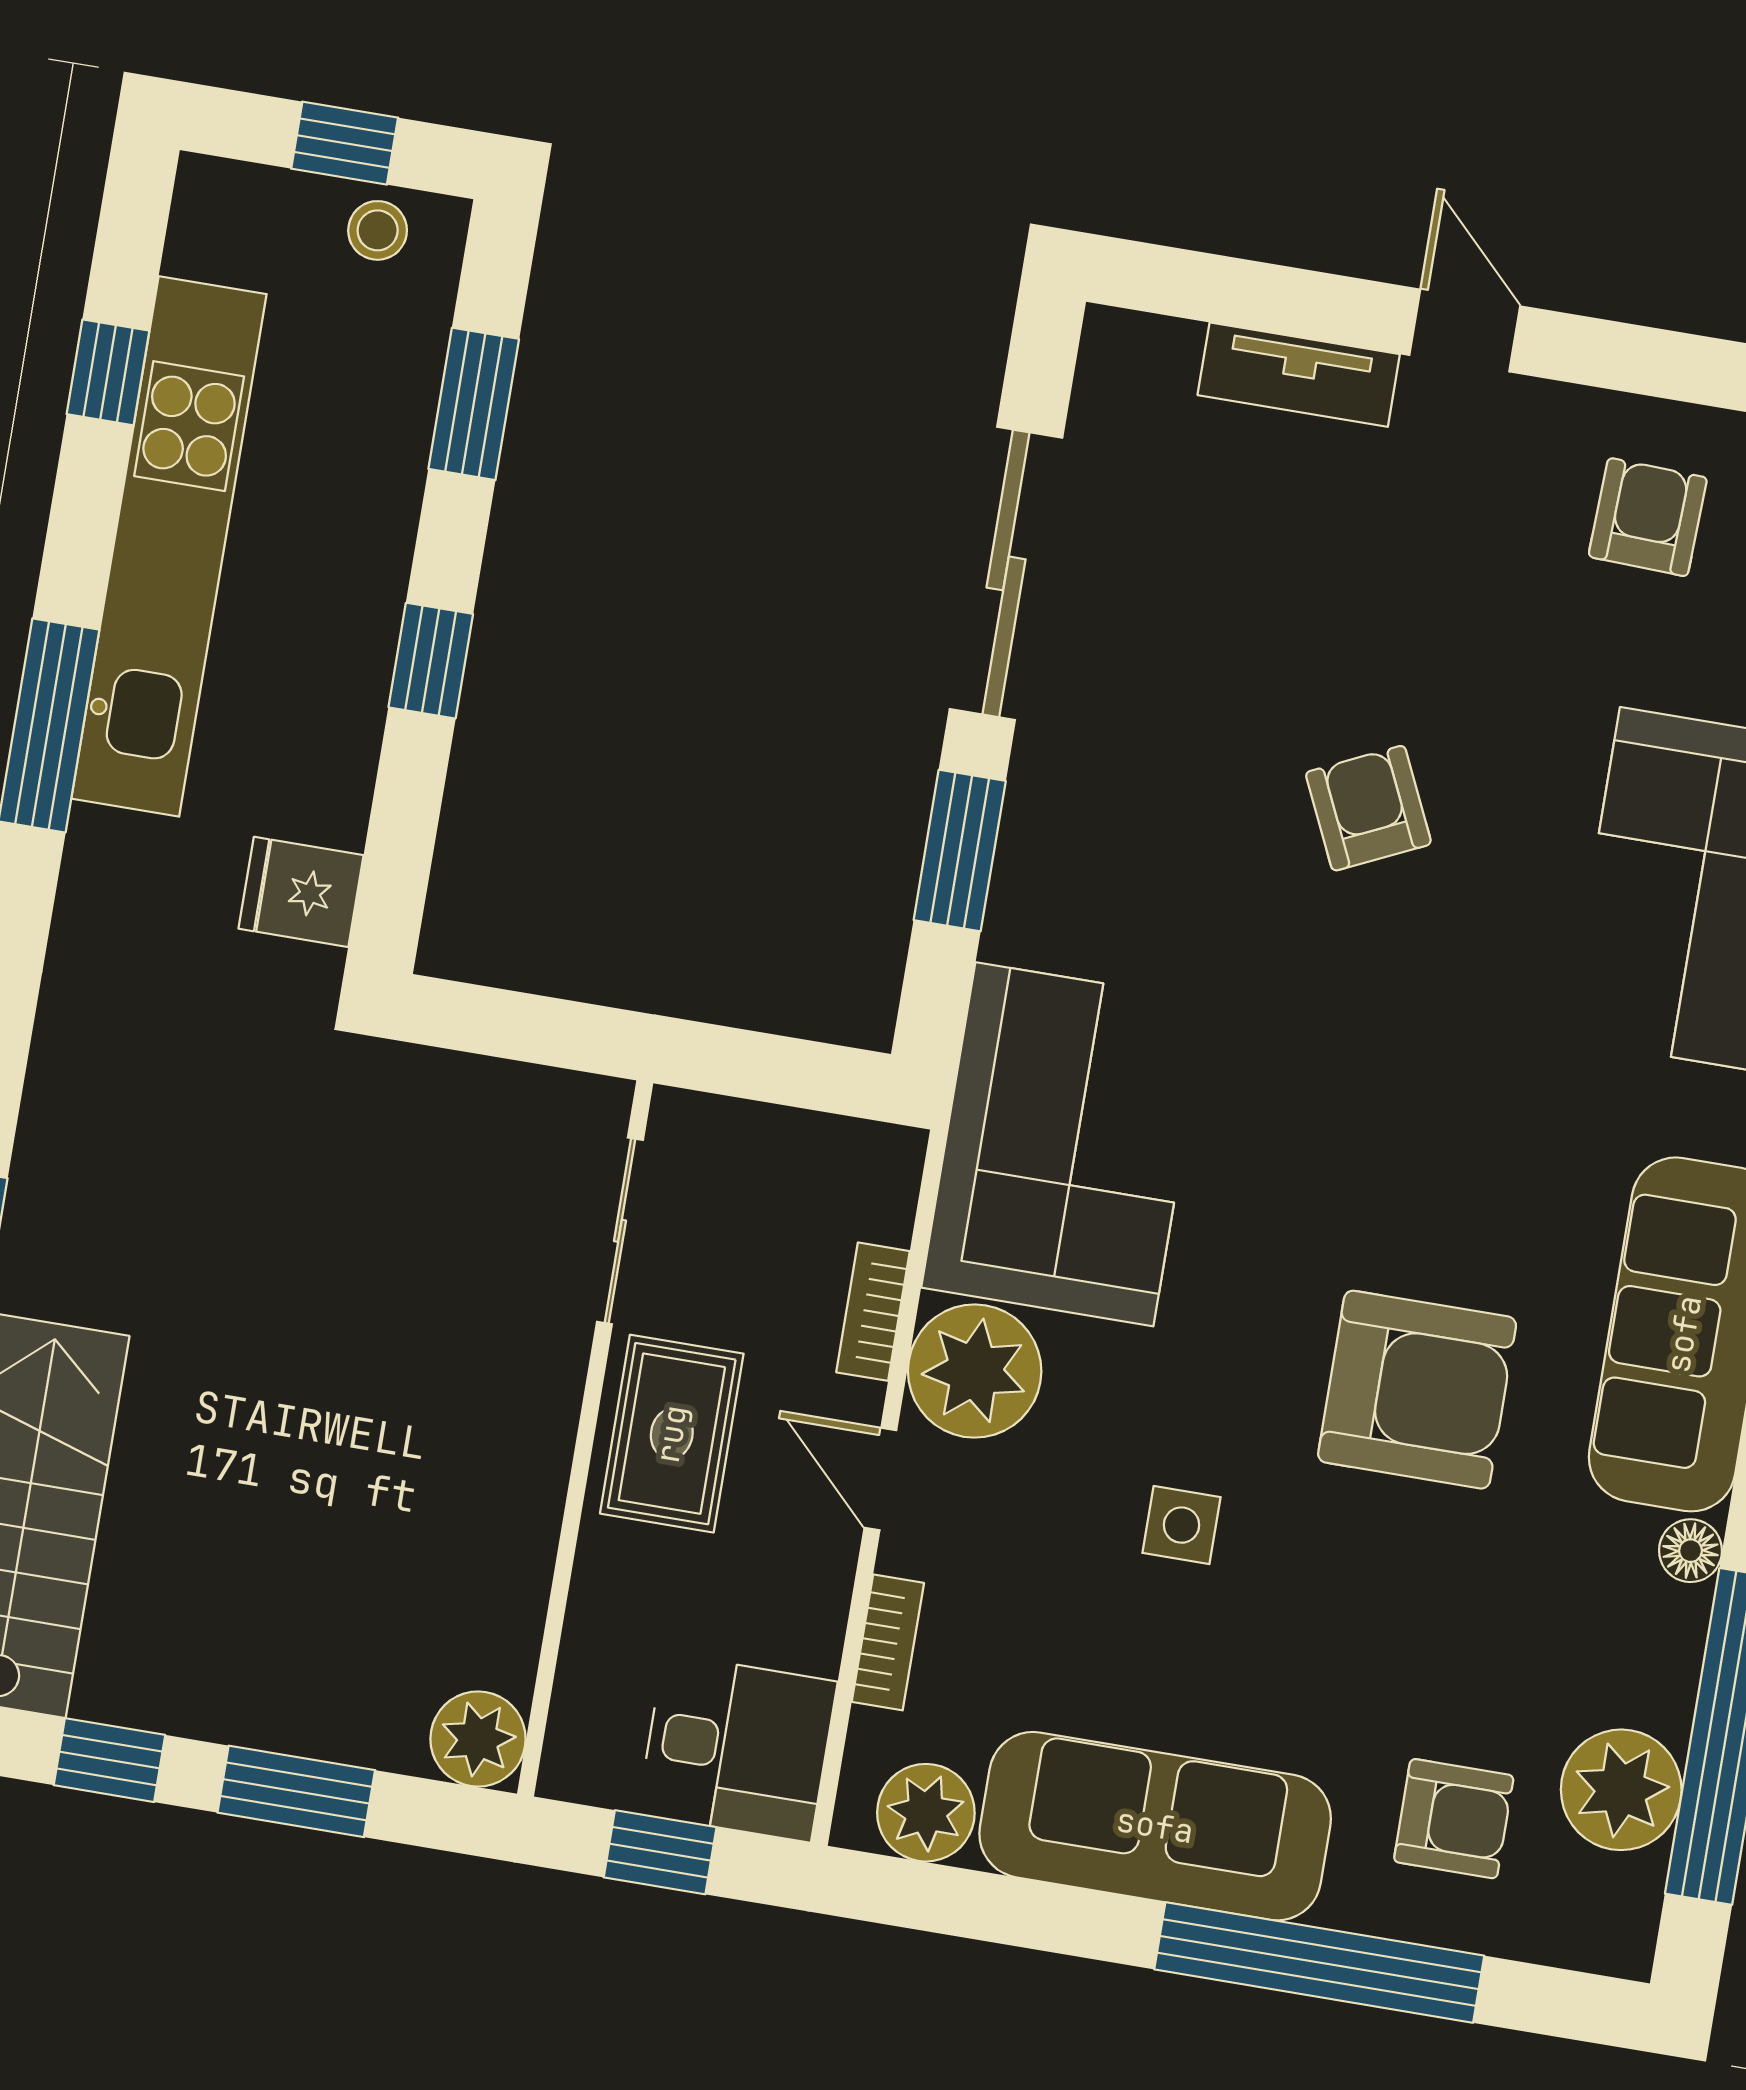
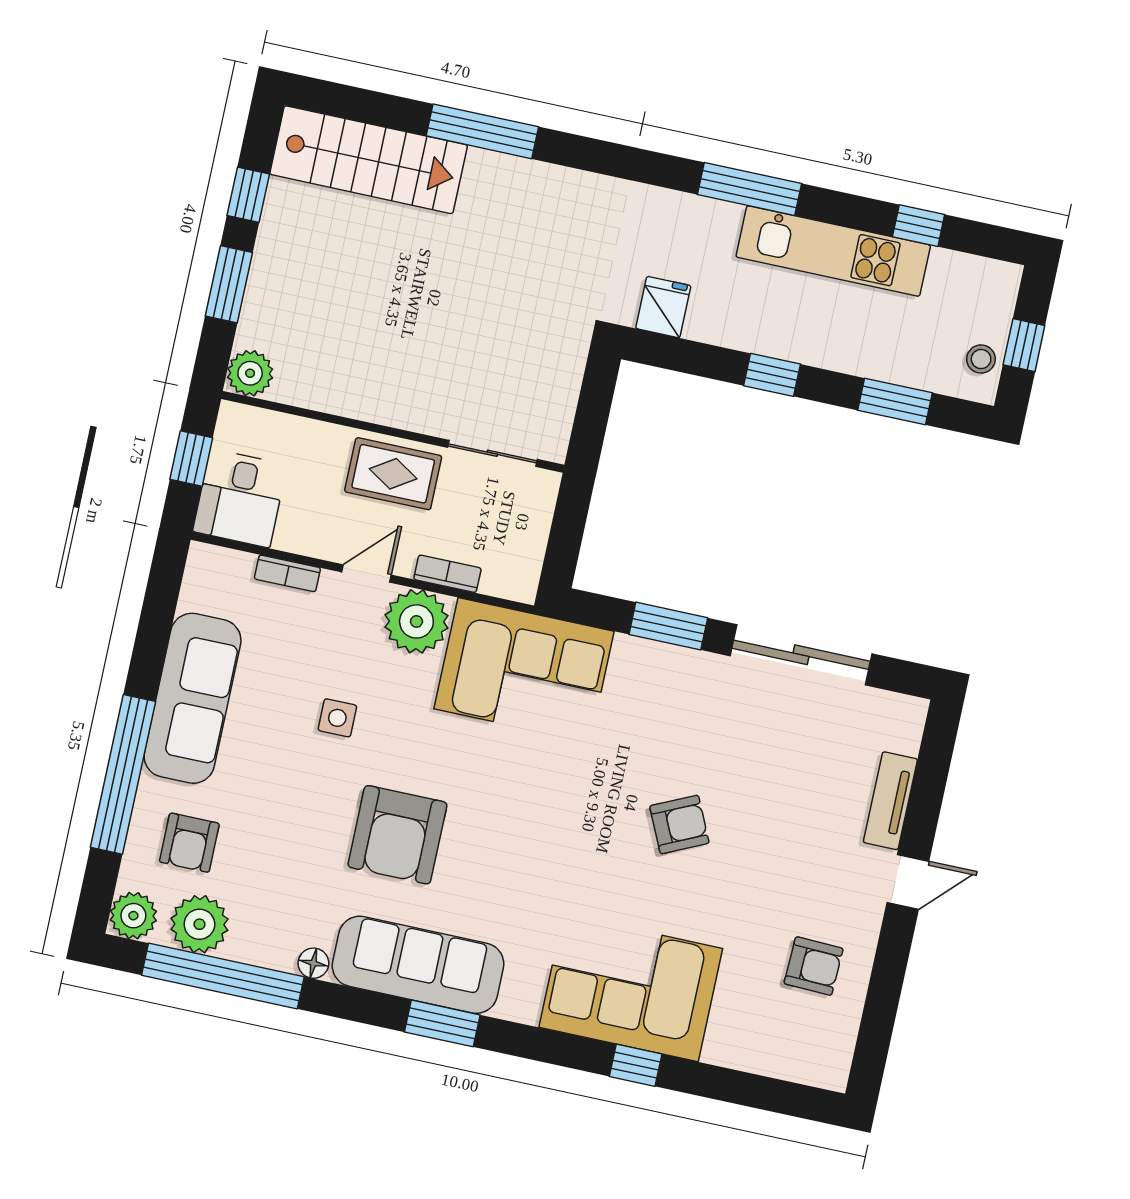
kitchen unit: (169, 546) -> (833, 251), width x0.73
plant: (926, 1813) -> (133, 916), moved

